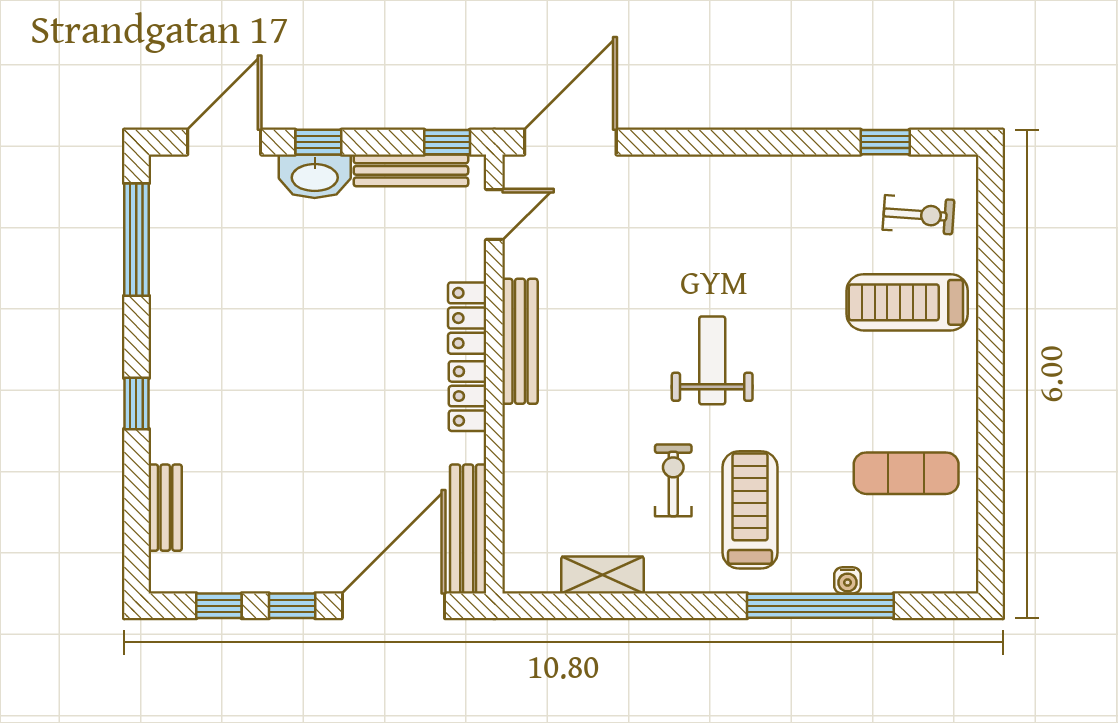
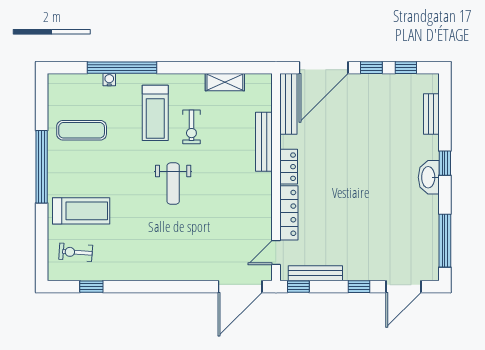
washbasin: (315, 176) -> (429, 177), moved, turned -90
locker: (467, 318) -> (289, 213), width x1.53
bench: (520, 341) -> (264, 142), moved
window: (990, 396) -> (42, 167), added

